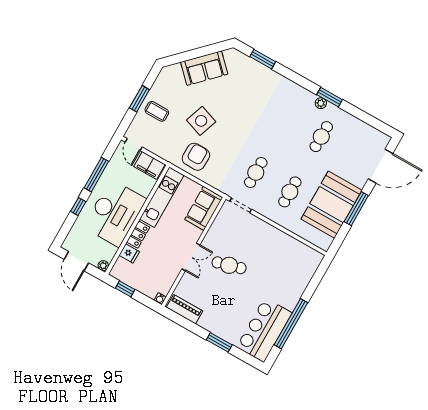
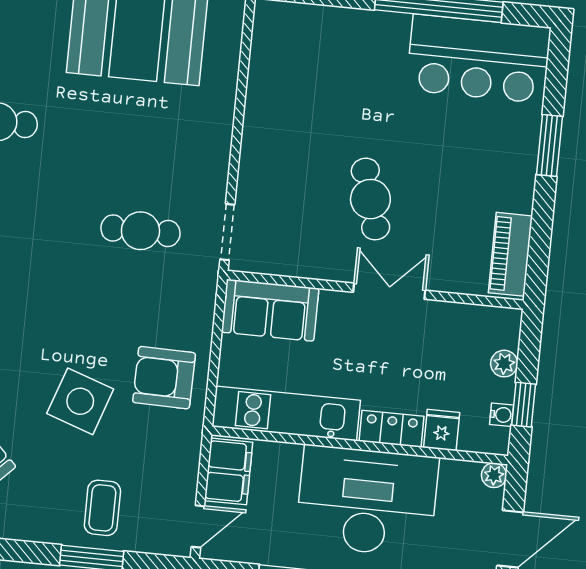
cafe table: (290, 192) -> (150, 137), removed
plant: (144, 288) -> (504, 364), added
water cooler: (160, 299) -> (502, 415), moved

